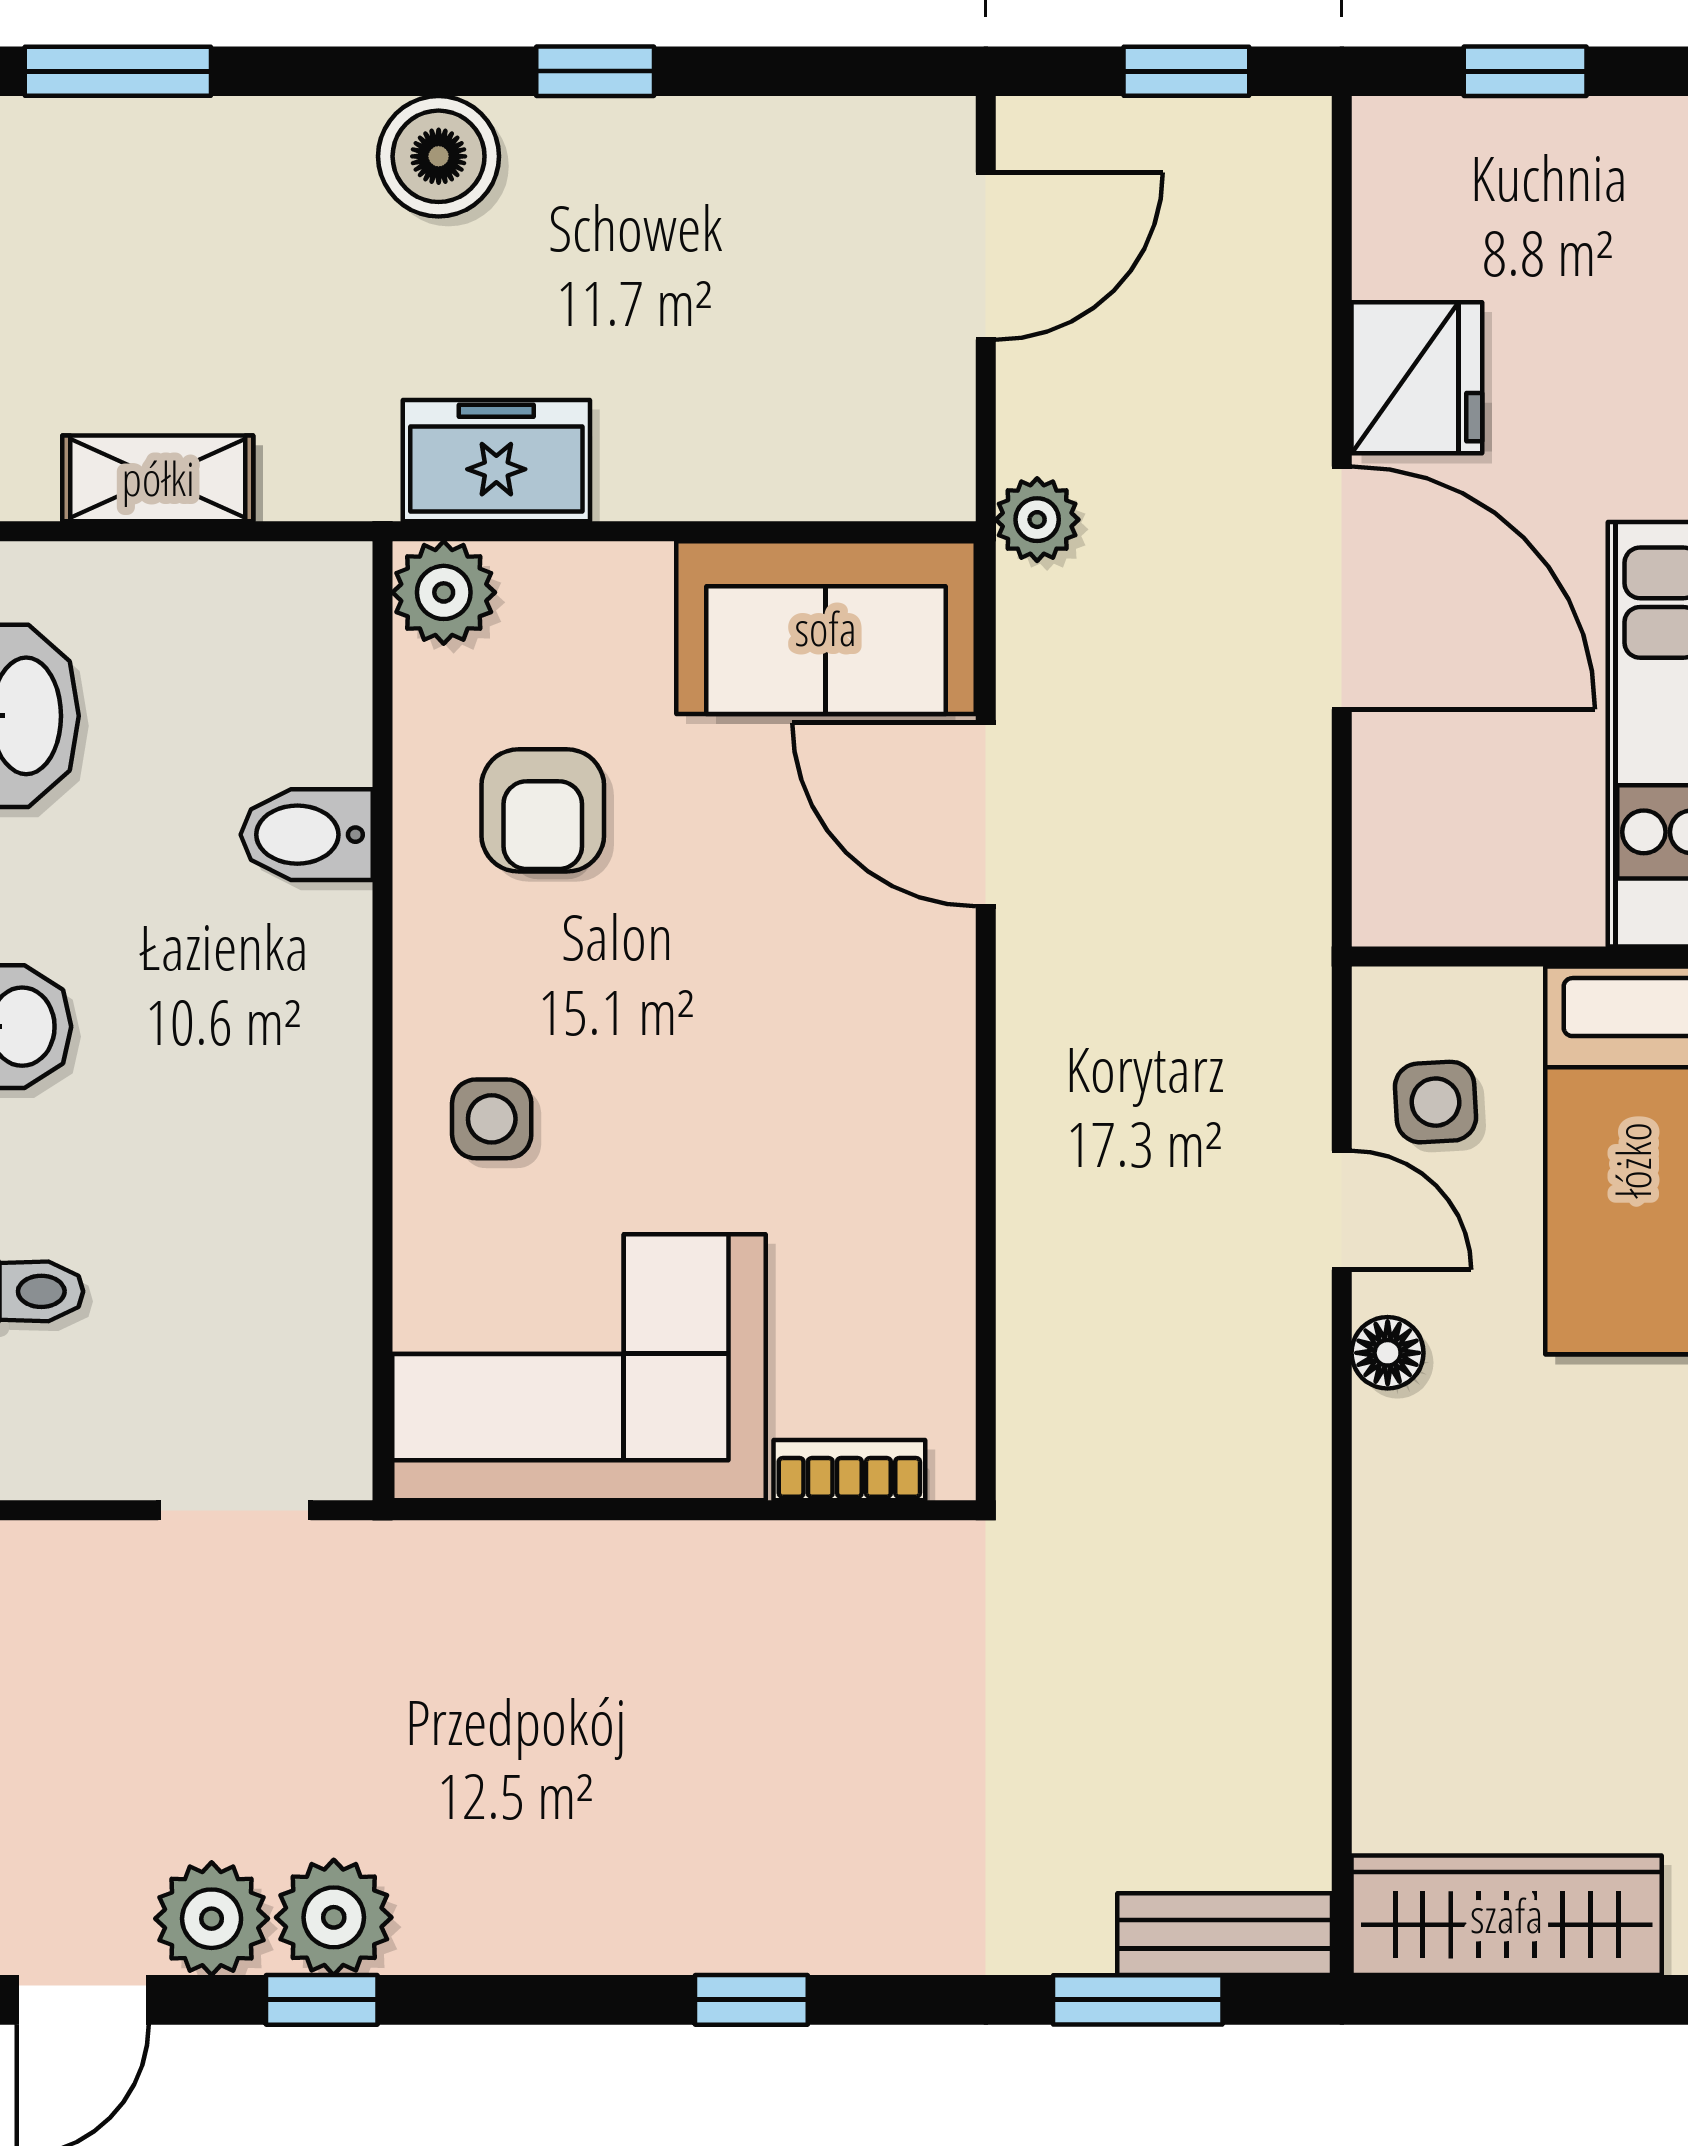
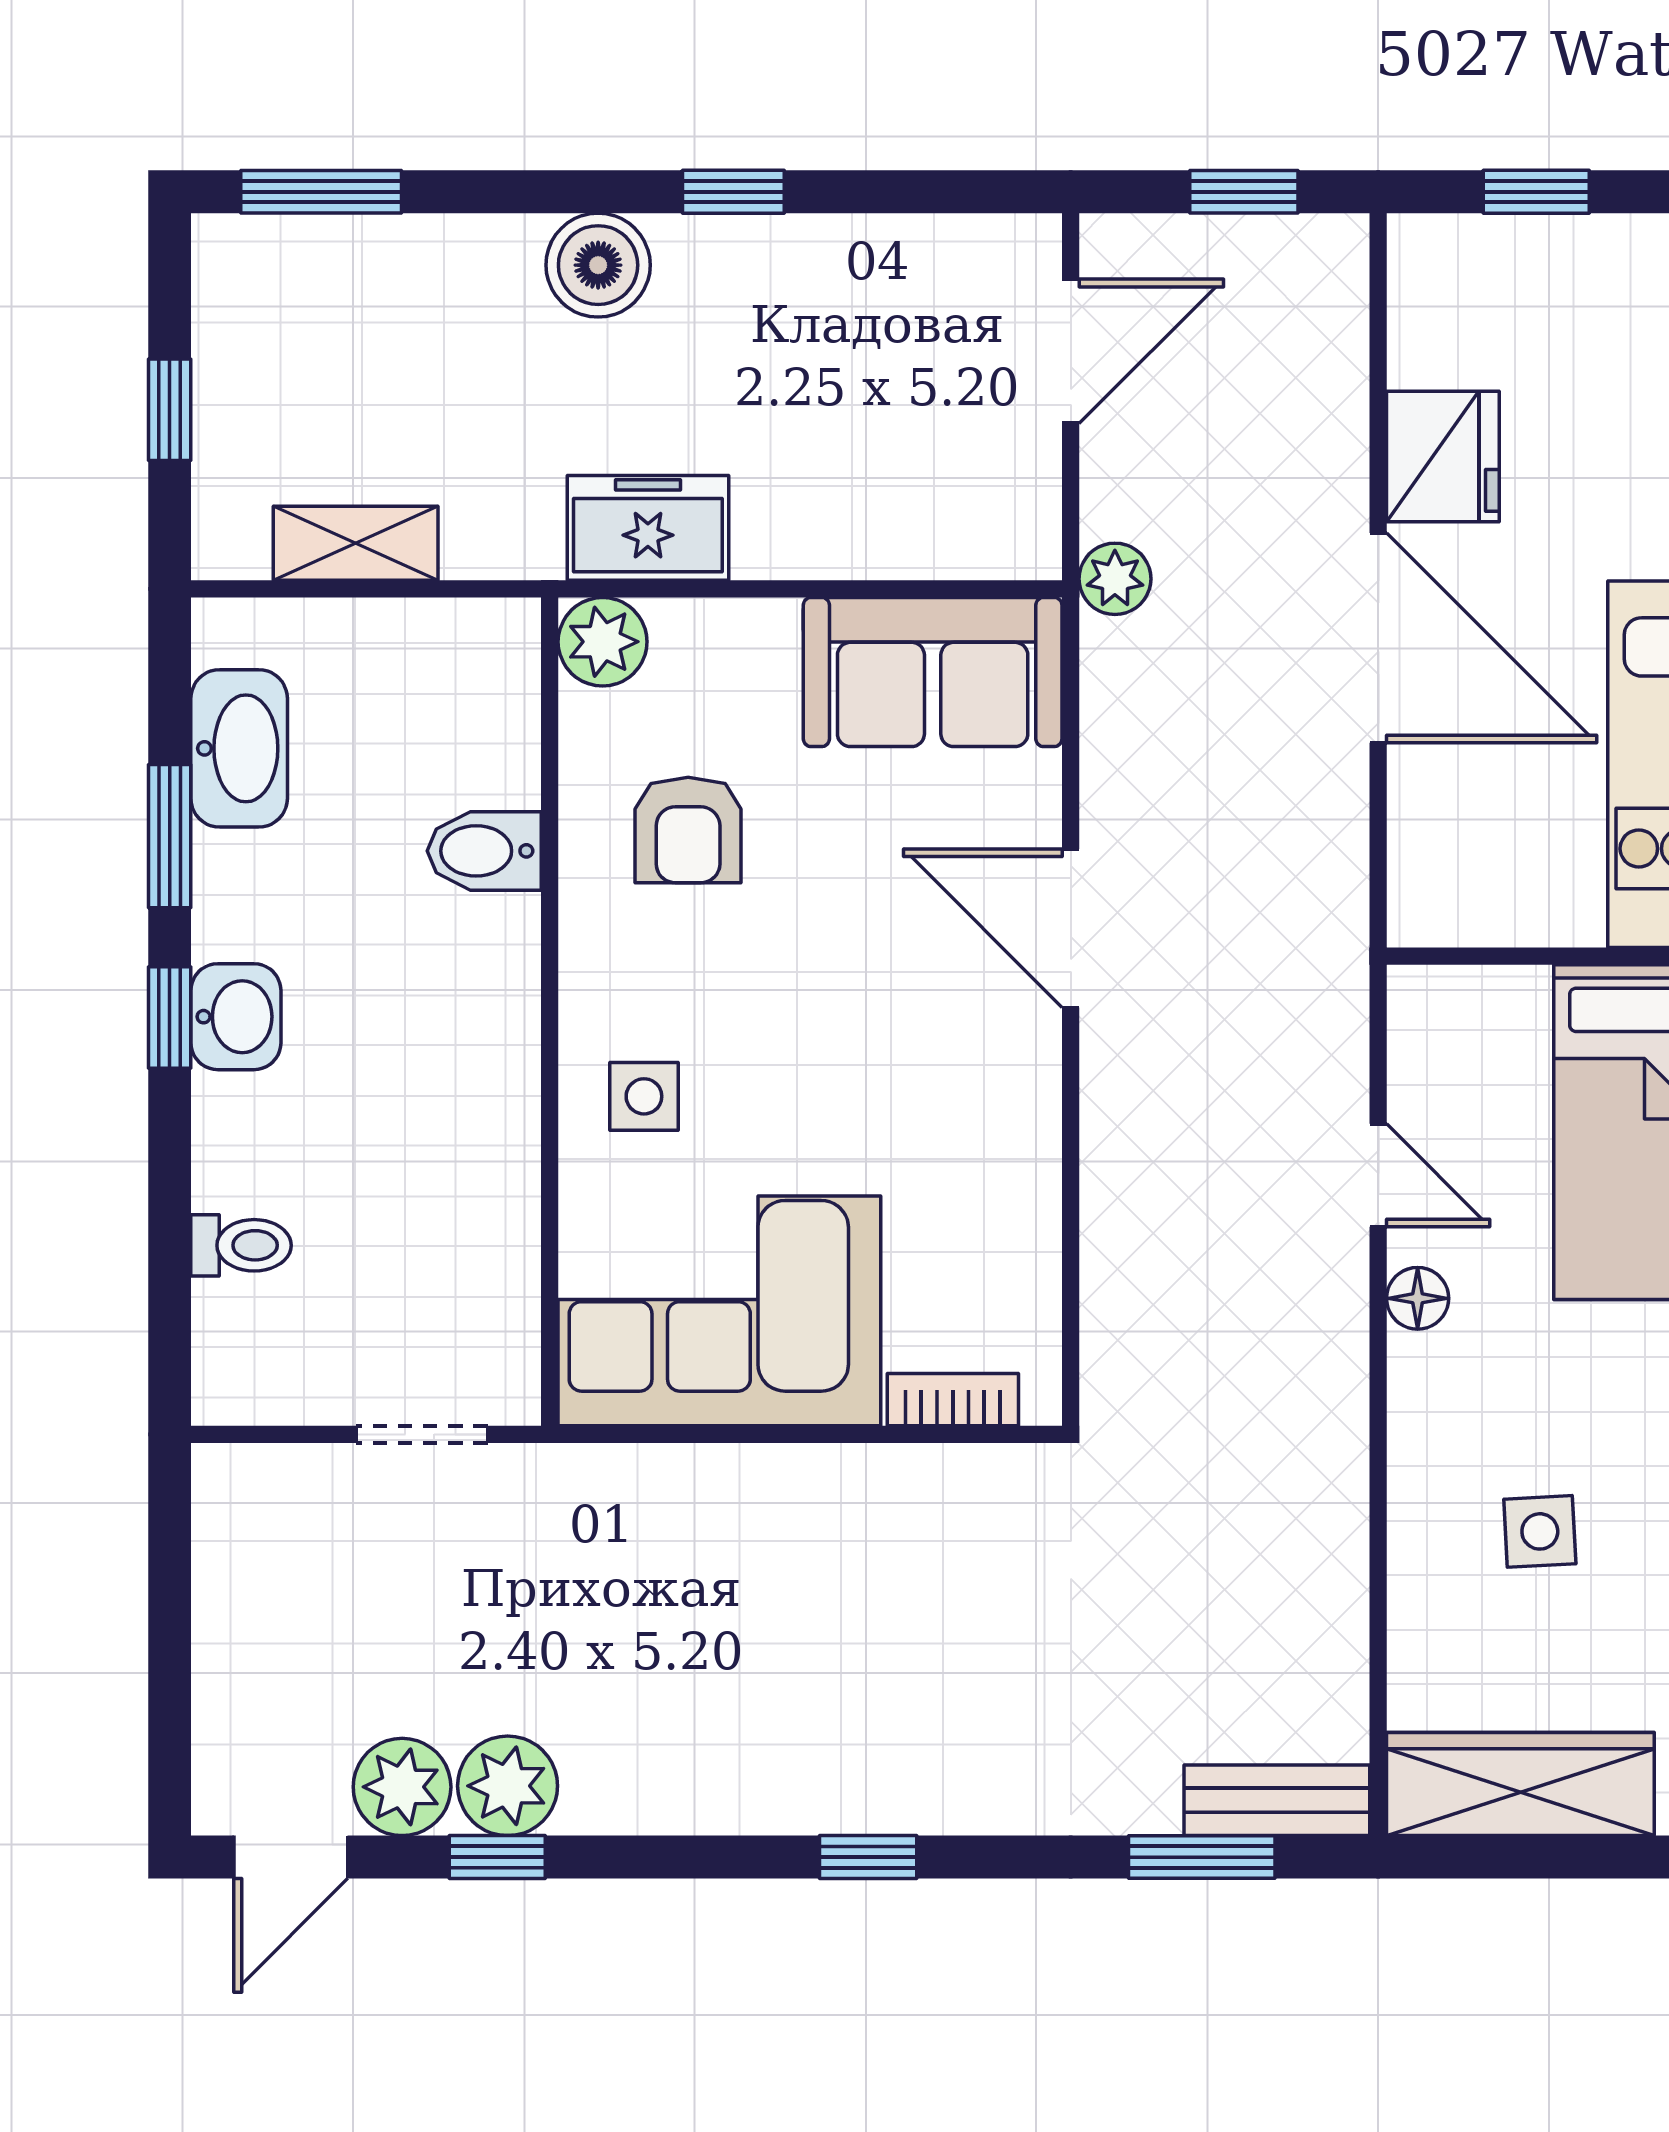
door: (986, 815) -> (1071, 928), moved
side table: (1436, 1102) -> (1540, 1531), moved

